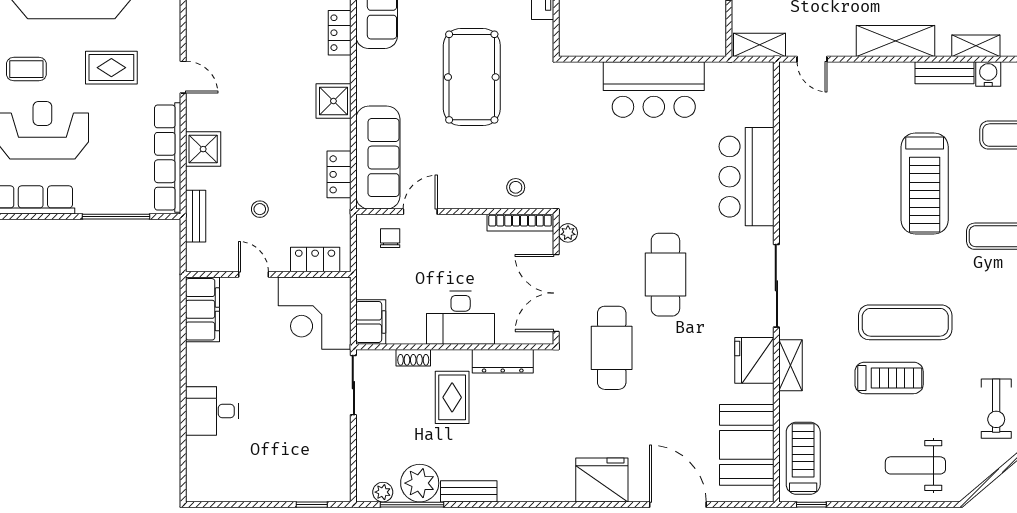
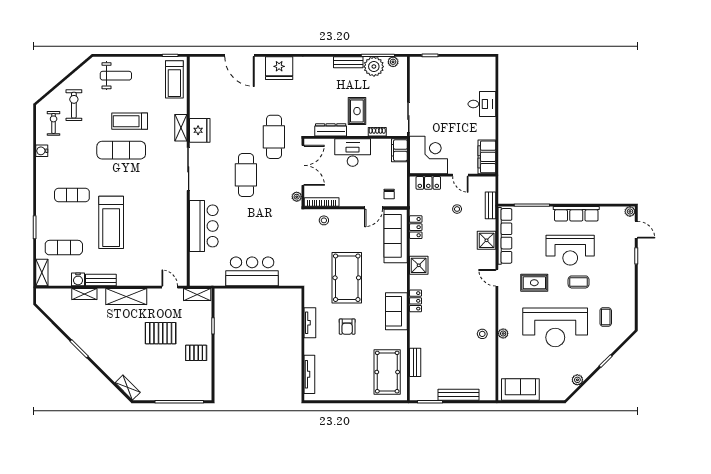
treadmill: (925, 183) -> (111, 222), turned 180
booth: (747, 445) -> (204, 86), removed

